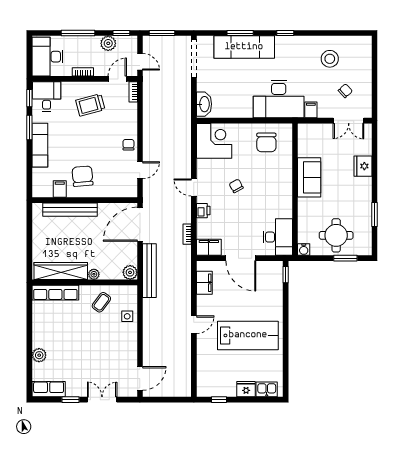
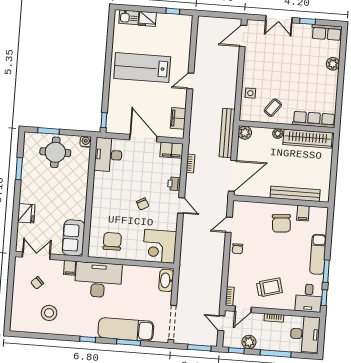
sofa: (309, 177) -> (74, 238), moved

